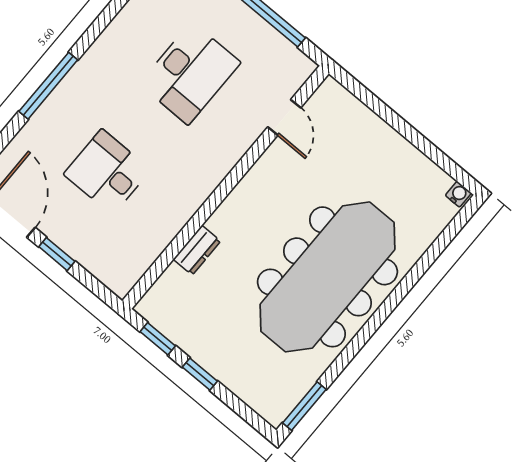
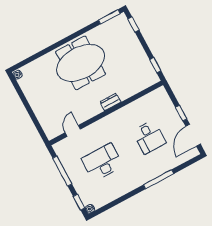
dresser: (197, 250) -> (110, 102), moved
meeting table: (327, 277) -> (81, 63), width x0.73
window: (200, 374) -> (133, 25), moved

